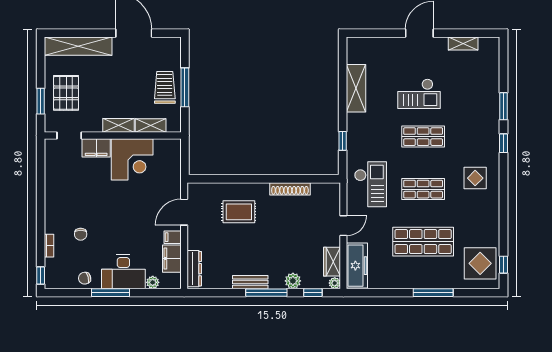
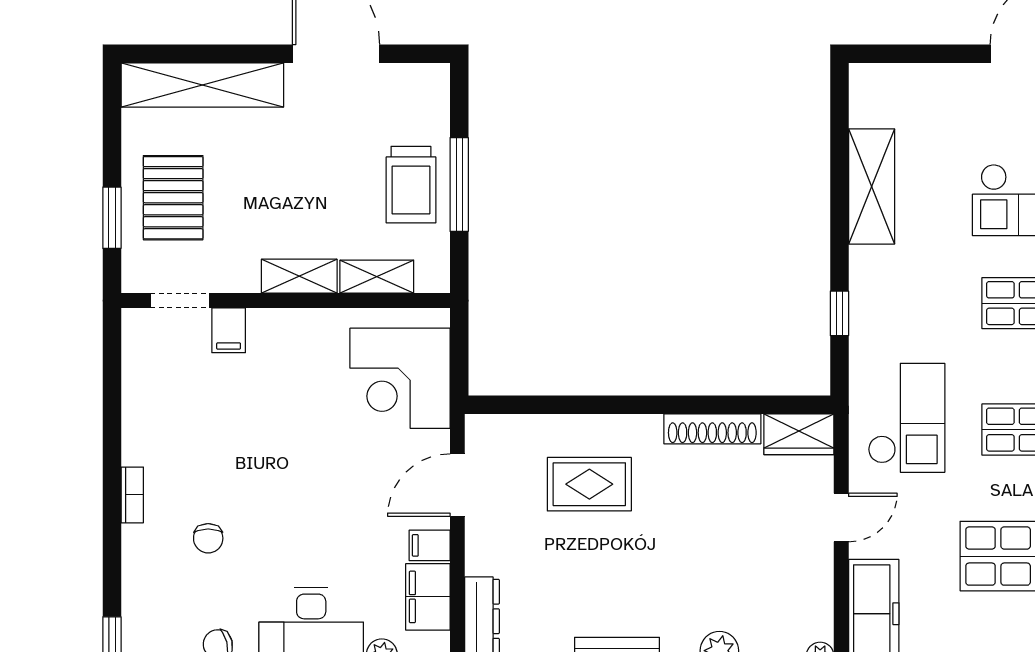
trolley: (165, 87) -> (411, 185), turned 180
filing cabinet: (96, 148) -> (229, 330), width x0.50
corner desk: (132, 159) -> (400, 378), moved, turned 90
bookcase: (49, 246) -> (132, 495), moved
wardrobe: (332, 262) -> (799, 434), moved, turned -90

